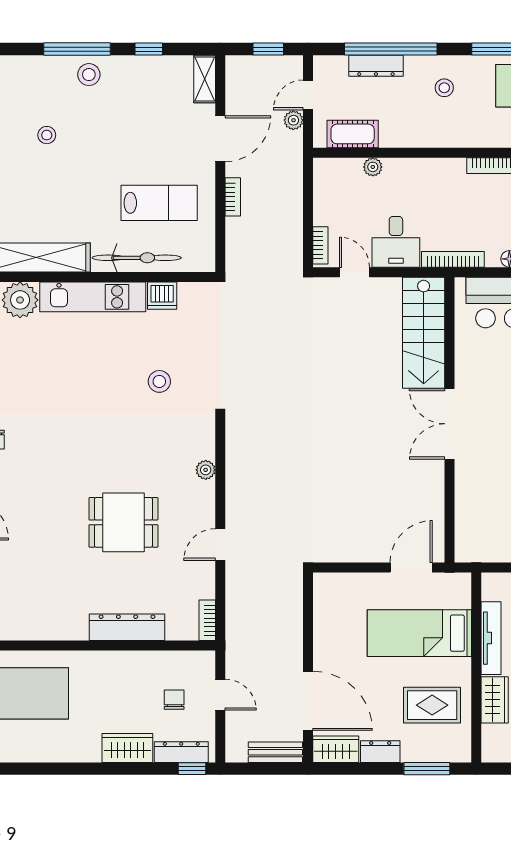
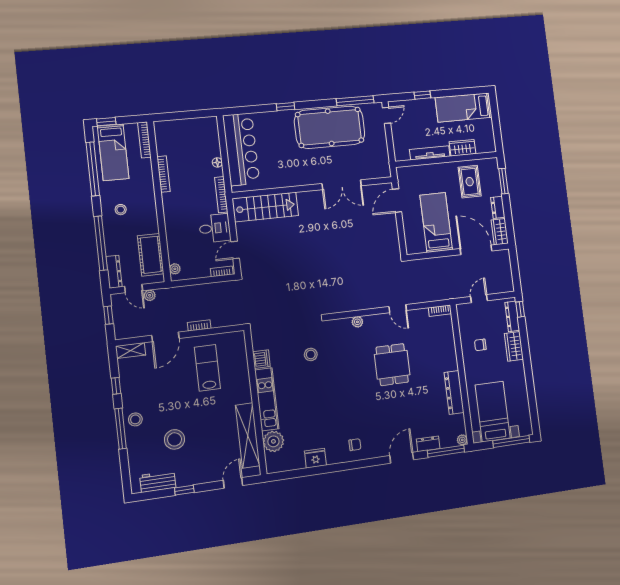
dresser: (376, 66) -> (114, 272), moved
cot: (353, 134) -> (151, 255), width x1.37, depth x1.34
stool: (47, 135) -> (175, 439), width x1.89, depth x1.89
door: (220, 139) -> (165, 337), swing flipped
plant: (373, 167) -> (175, 269), moved
bicycle: (137, 258) -> (241, 377), removed
double door: (449, 424) -> (342, 185), moved
door: (411, 567) -> (397, 201), hinge flipped
dresser: (127, 627) -> (454, 392), moved
bed: (419, 633) -> (436, 222), moved, turned 180
chair: (174, 700) -> (480, 345), moved
door: (308, 701) -> (476, 250), hinge flipped
bench: (275, 752) -> (506, 265), removed

